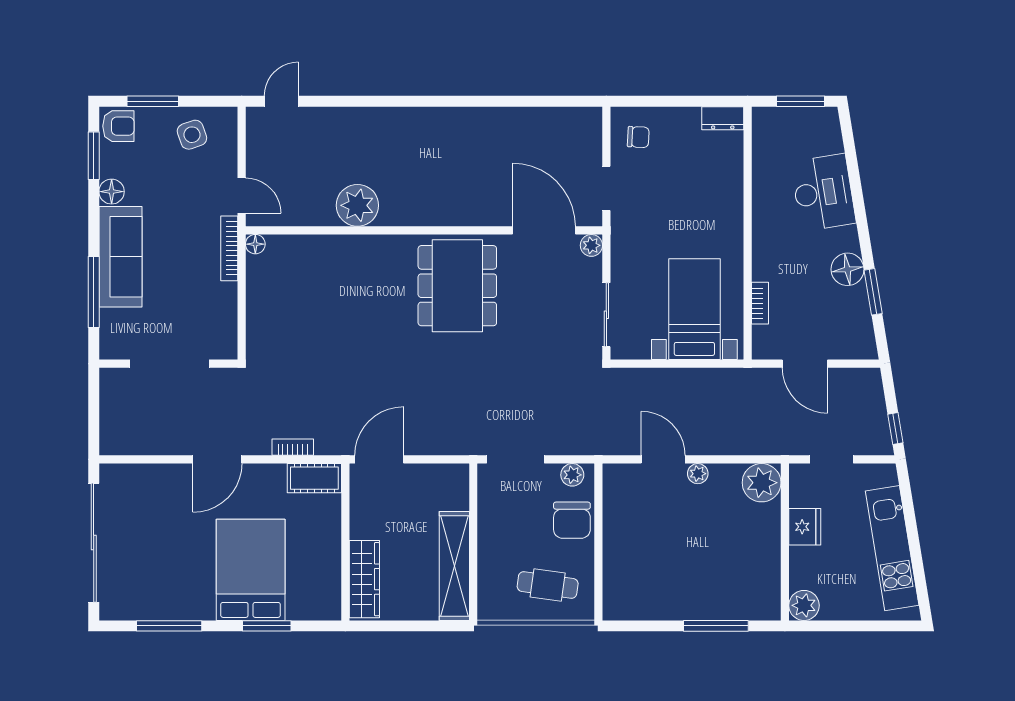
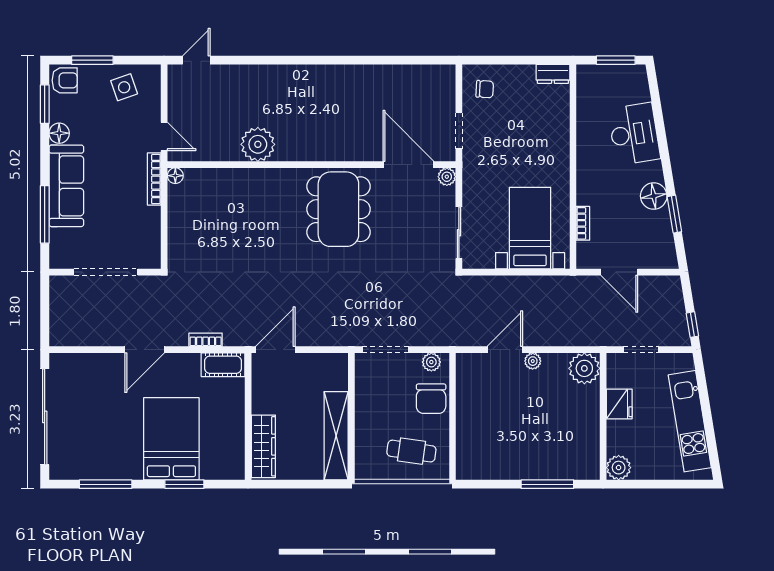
door: (663, 459) -> (505, 350), hinge flipped

